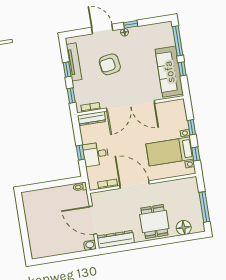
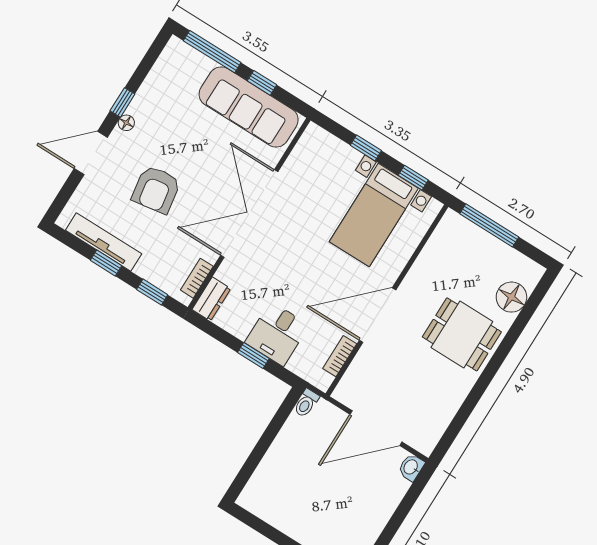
double door: (131, 106) -> (249, 214), swing flipped
dresser: (92, 119) -> (211, 299), width x0.70
window: (204, 207) -> (489, 225), moved
dresser: (116, 239) -> (437, 419), removed

